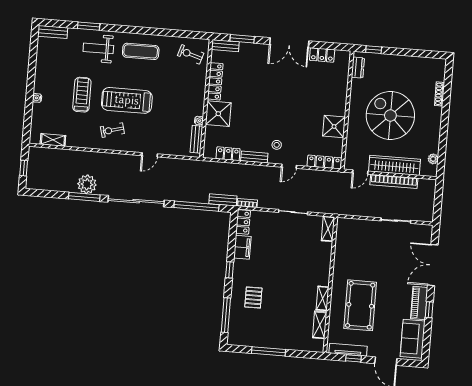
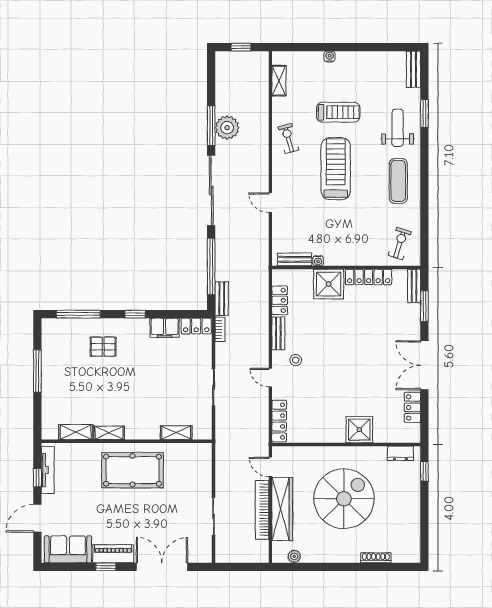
shower: (334, 127) -> (359, 430), moved
exercise bike: (112, 130) -> (288, 138), moved
shelving: (328, 229) -> (176, 433), moved
pool table: (360, 305) -> (132, 470), moved

